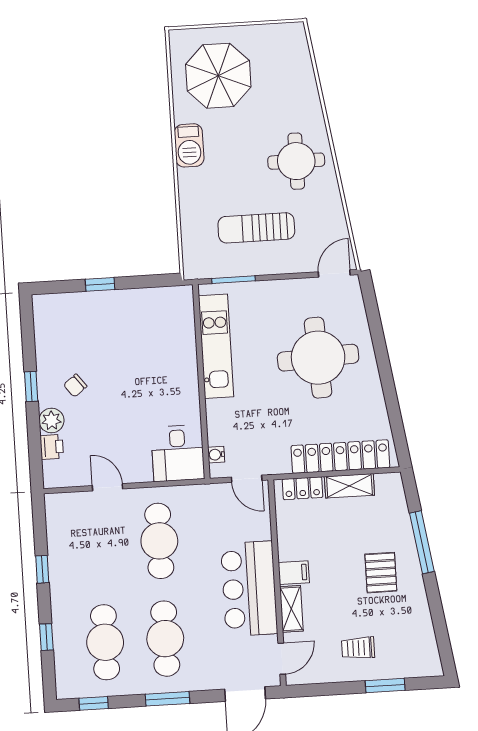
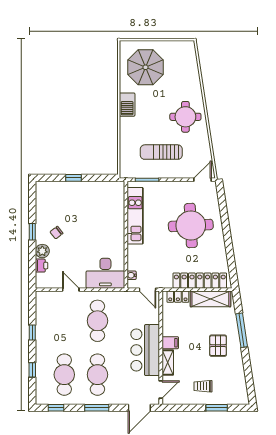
desk: (178, 453) -> (105, 273), width x1.37
shelving: (349, 486) -> (210, 299), width x1.50, depth x1.33

